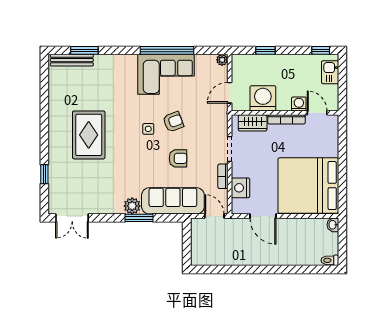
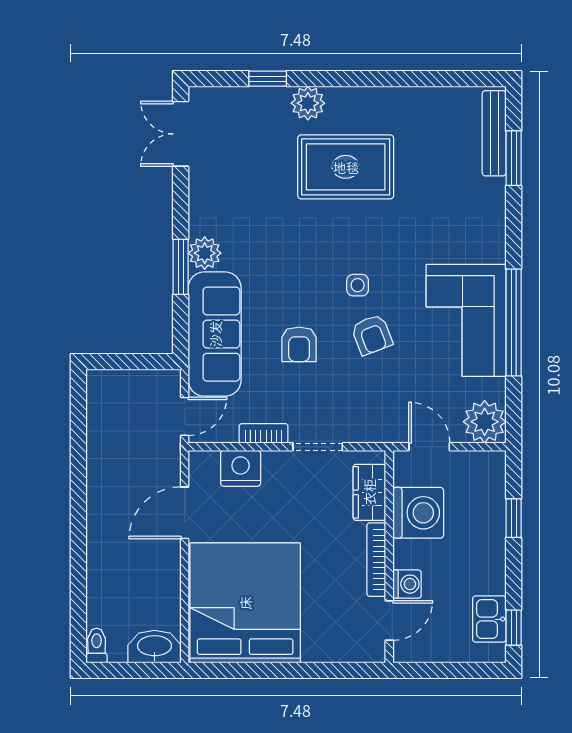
plant: (222, 60) -> (485, 422), width x1.88, depth x1.88
kitchen sink: (330, 72) -> (489, 619), moved, turned -90
plant: (57, 154) -> (308, 103), added
washbasin: (333, 225) -> (154, 647), width x1.91, depth x1.45

